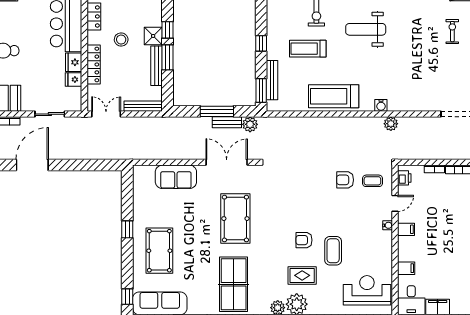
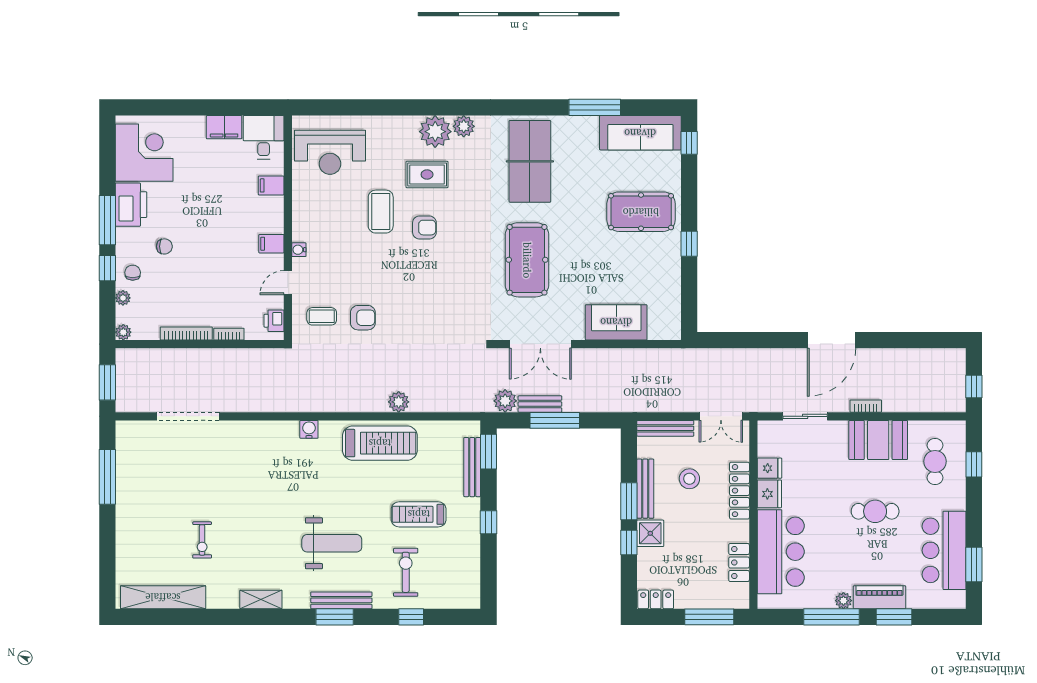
stool: (121, 40) -> (689, 479), moved
treadmill: (308, 49) -> (419, 514), turned 180
plant: (391, 124) -> (399, 402), moved
pool table: (159, 251) -> (641, 212), turned 90

